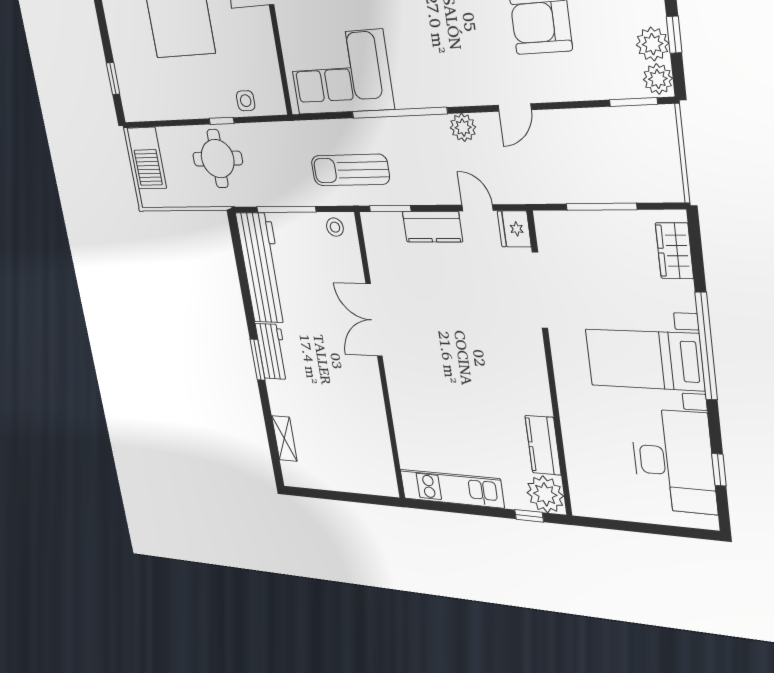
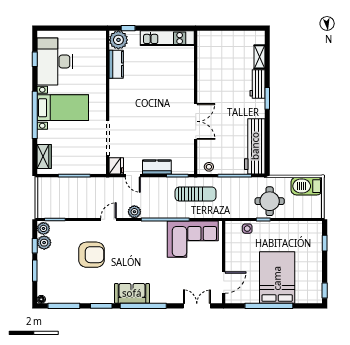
barbecue: (147, 158) -> (307, 186), moved, turned -90
workbench: (272, 351) -> (257, 84), moved

